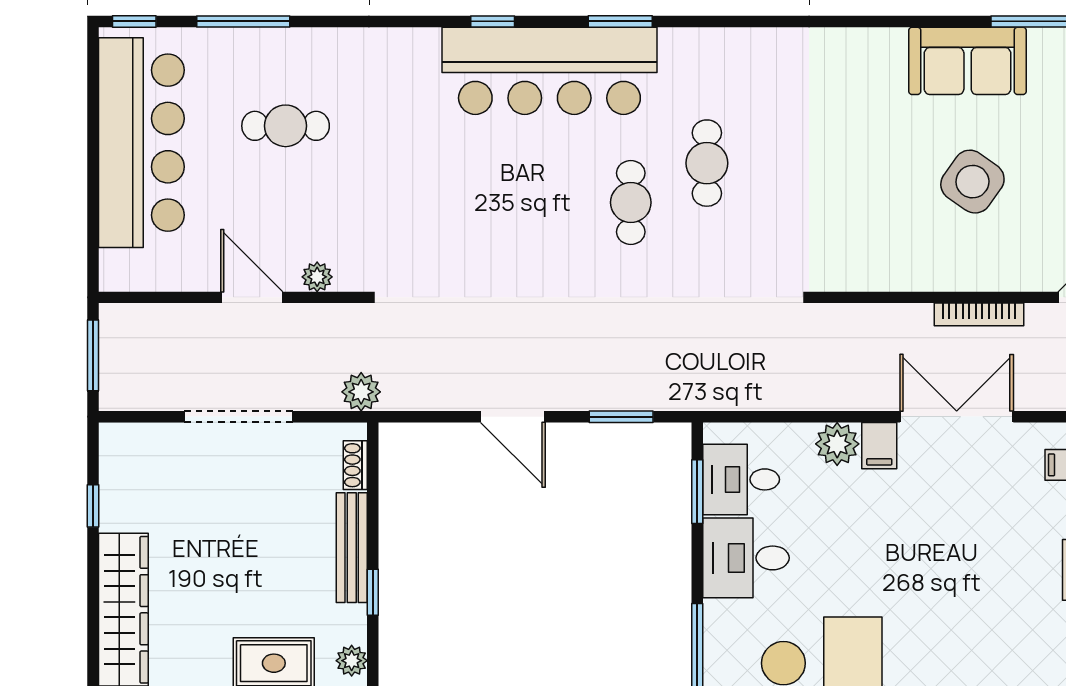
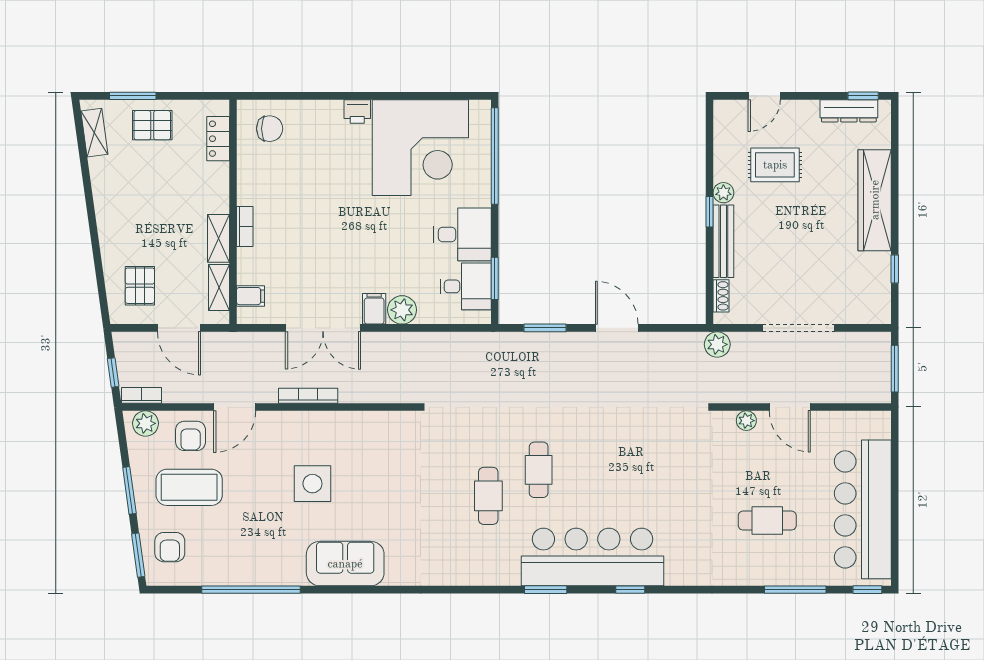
sofa: (968, 61) -> (345, 564), moved
side table: (972, 182) -> (312, 484), turned -35
plant: (352, 661) -> (723, 193), moved

